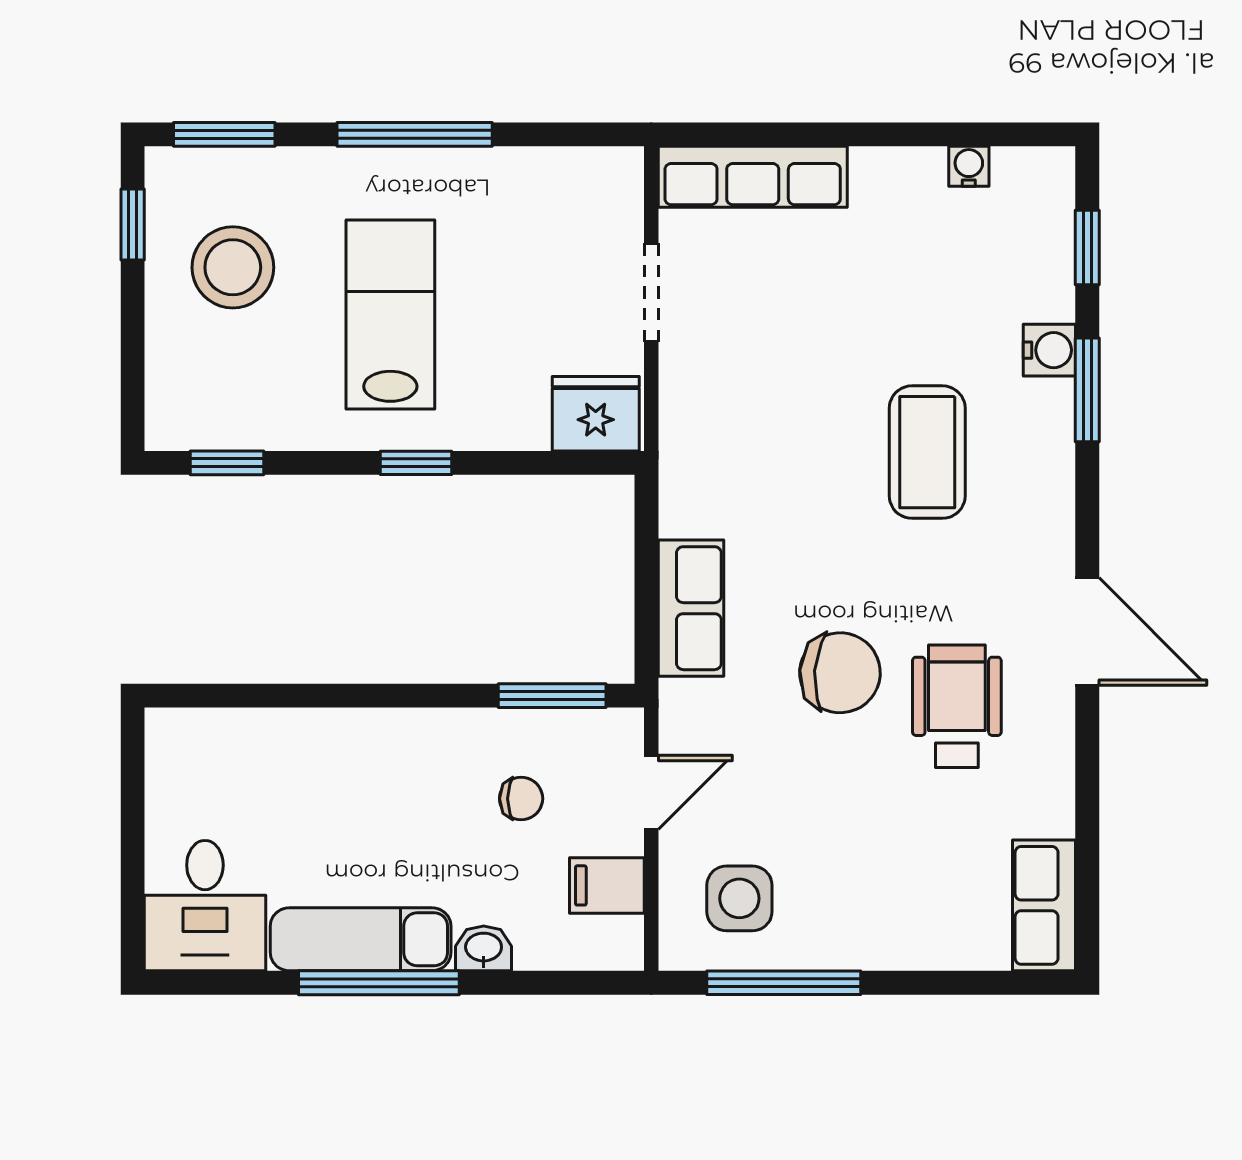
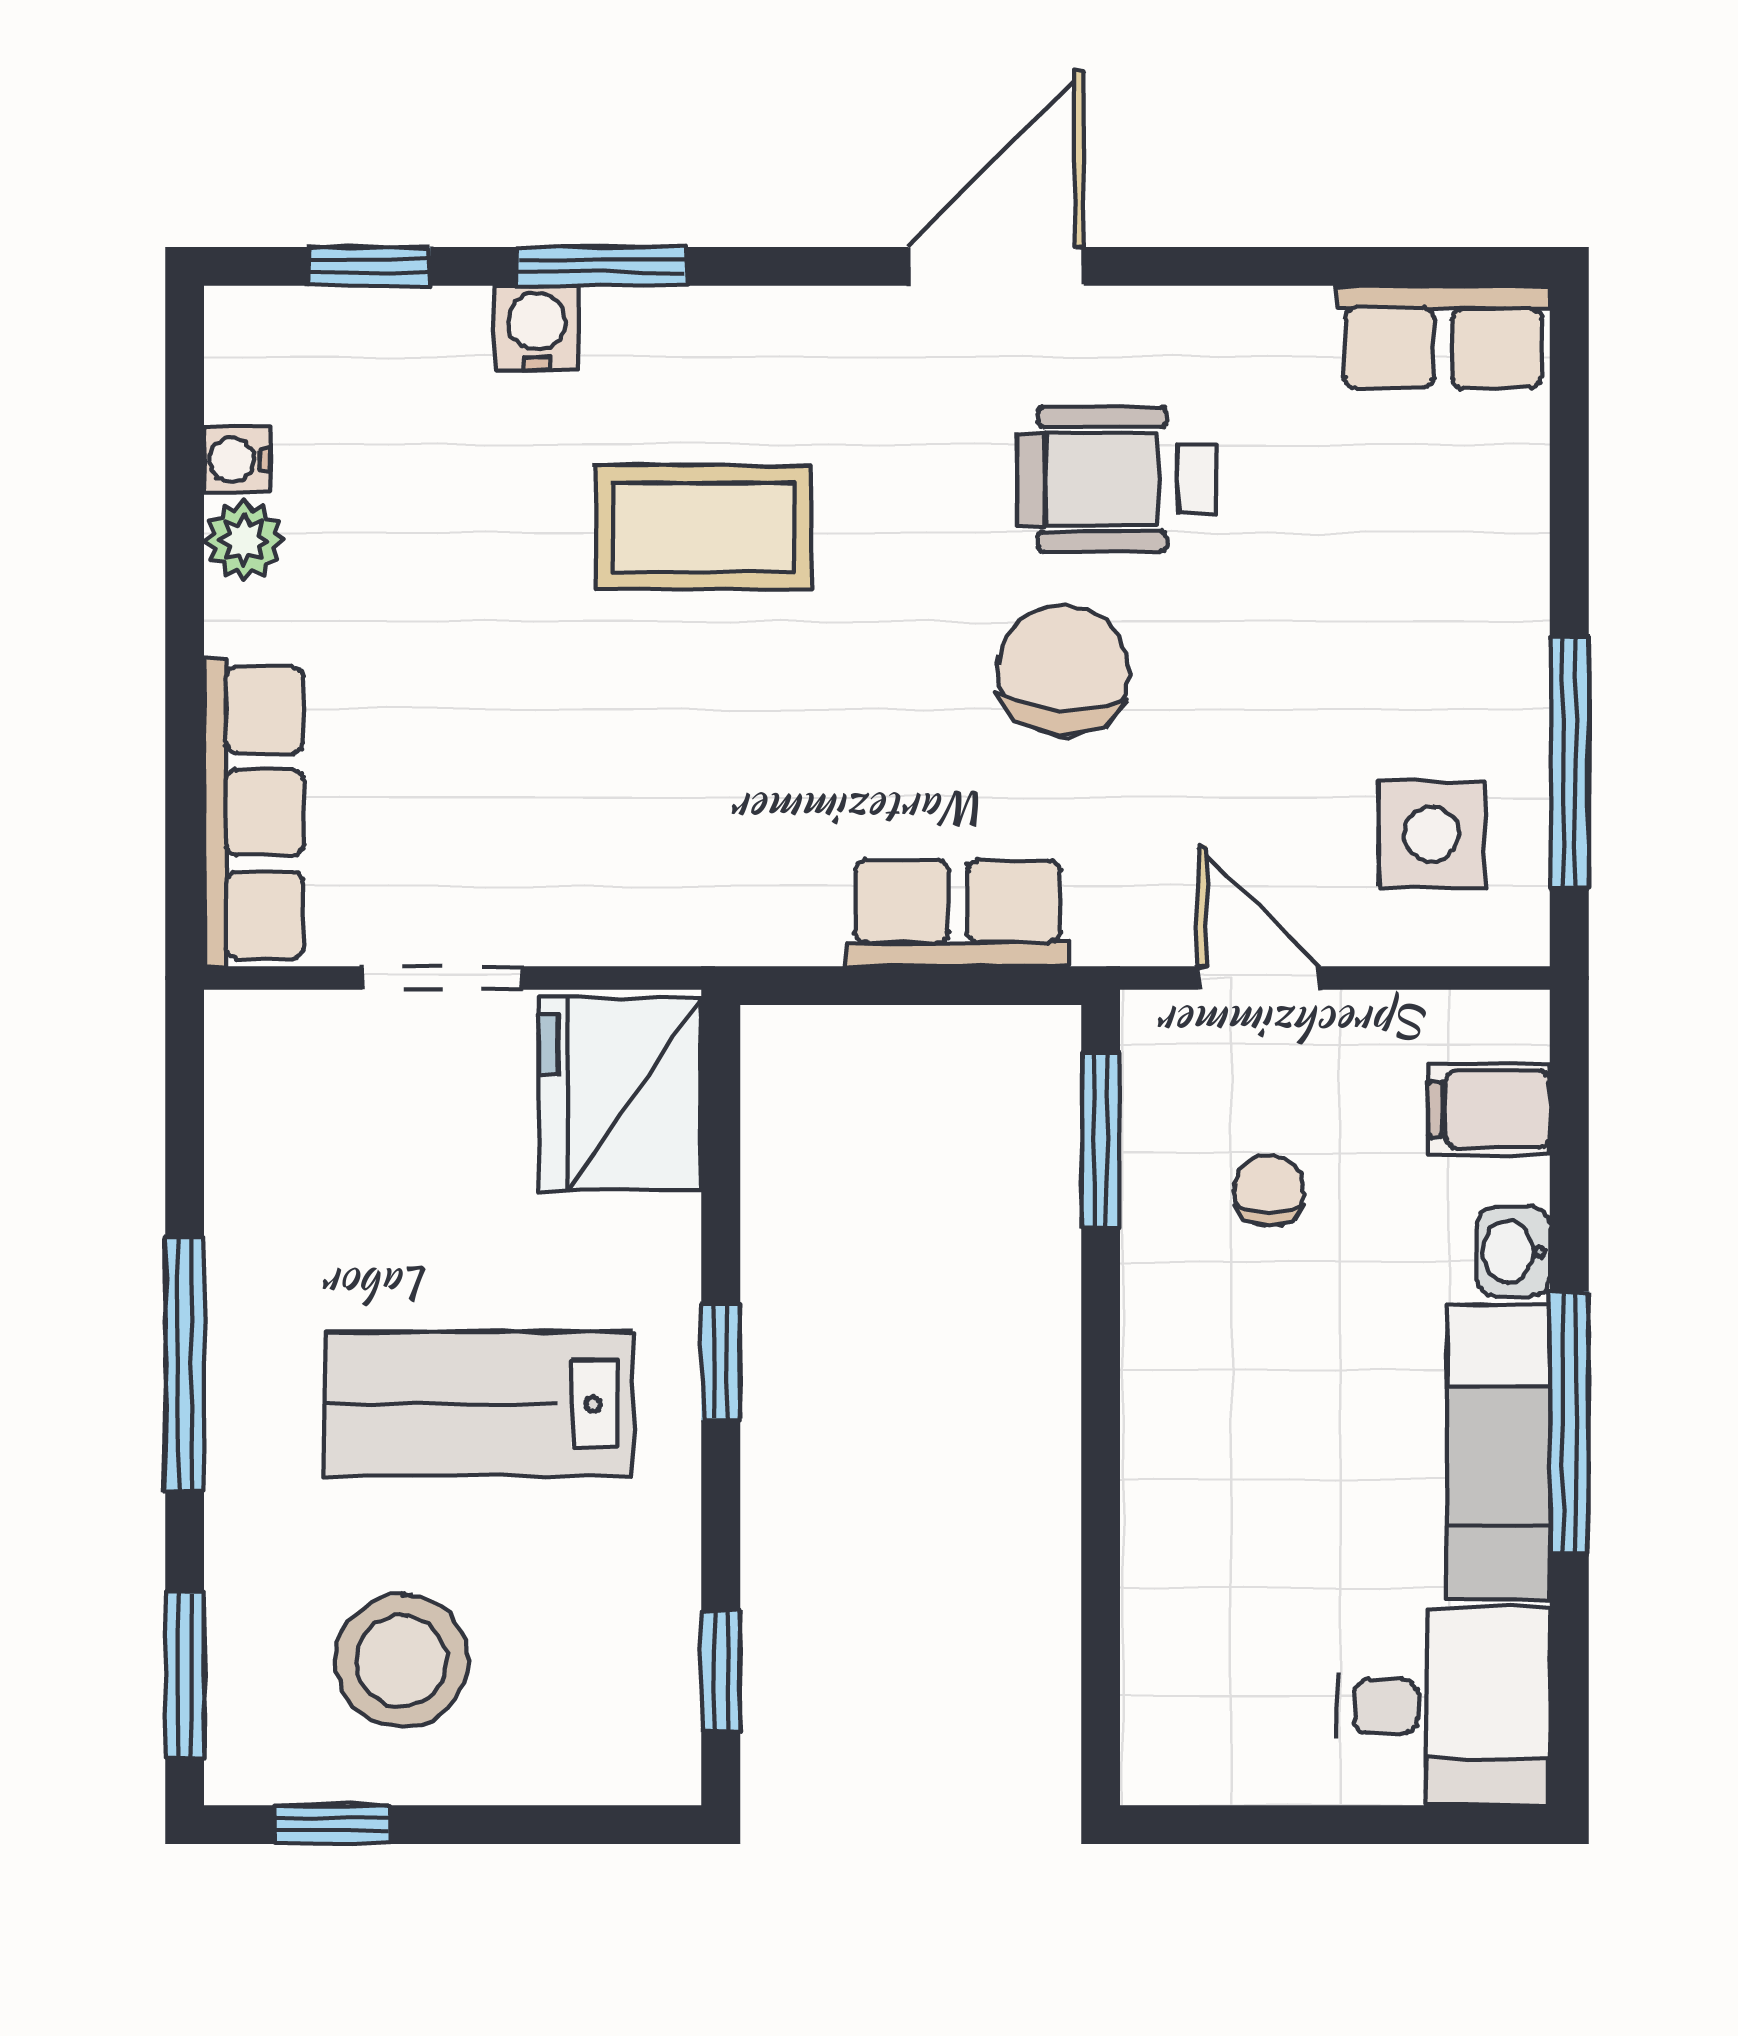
plant: (919, 171) -> (244, 540), added
fridge: (596, 414) -> (620, 1094), width x1.36, depth x1.34
filing cabinet: (607, 885) -> (1489, 1109), moved, turned 90

